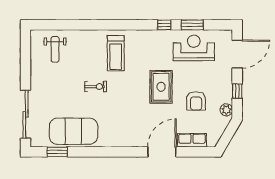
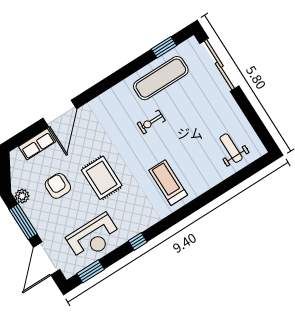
window: (192, 25) -> (91, 271), moved
exercise bike: (95, 87) -> (151, 122), moved
window: (237, 91) -> (23, 222), width x2.17
exercise mat: (74, 131) -> (161, 78), width x0.68

